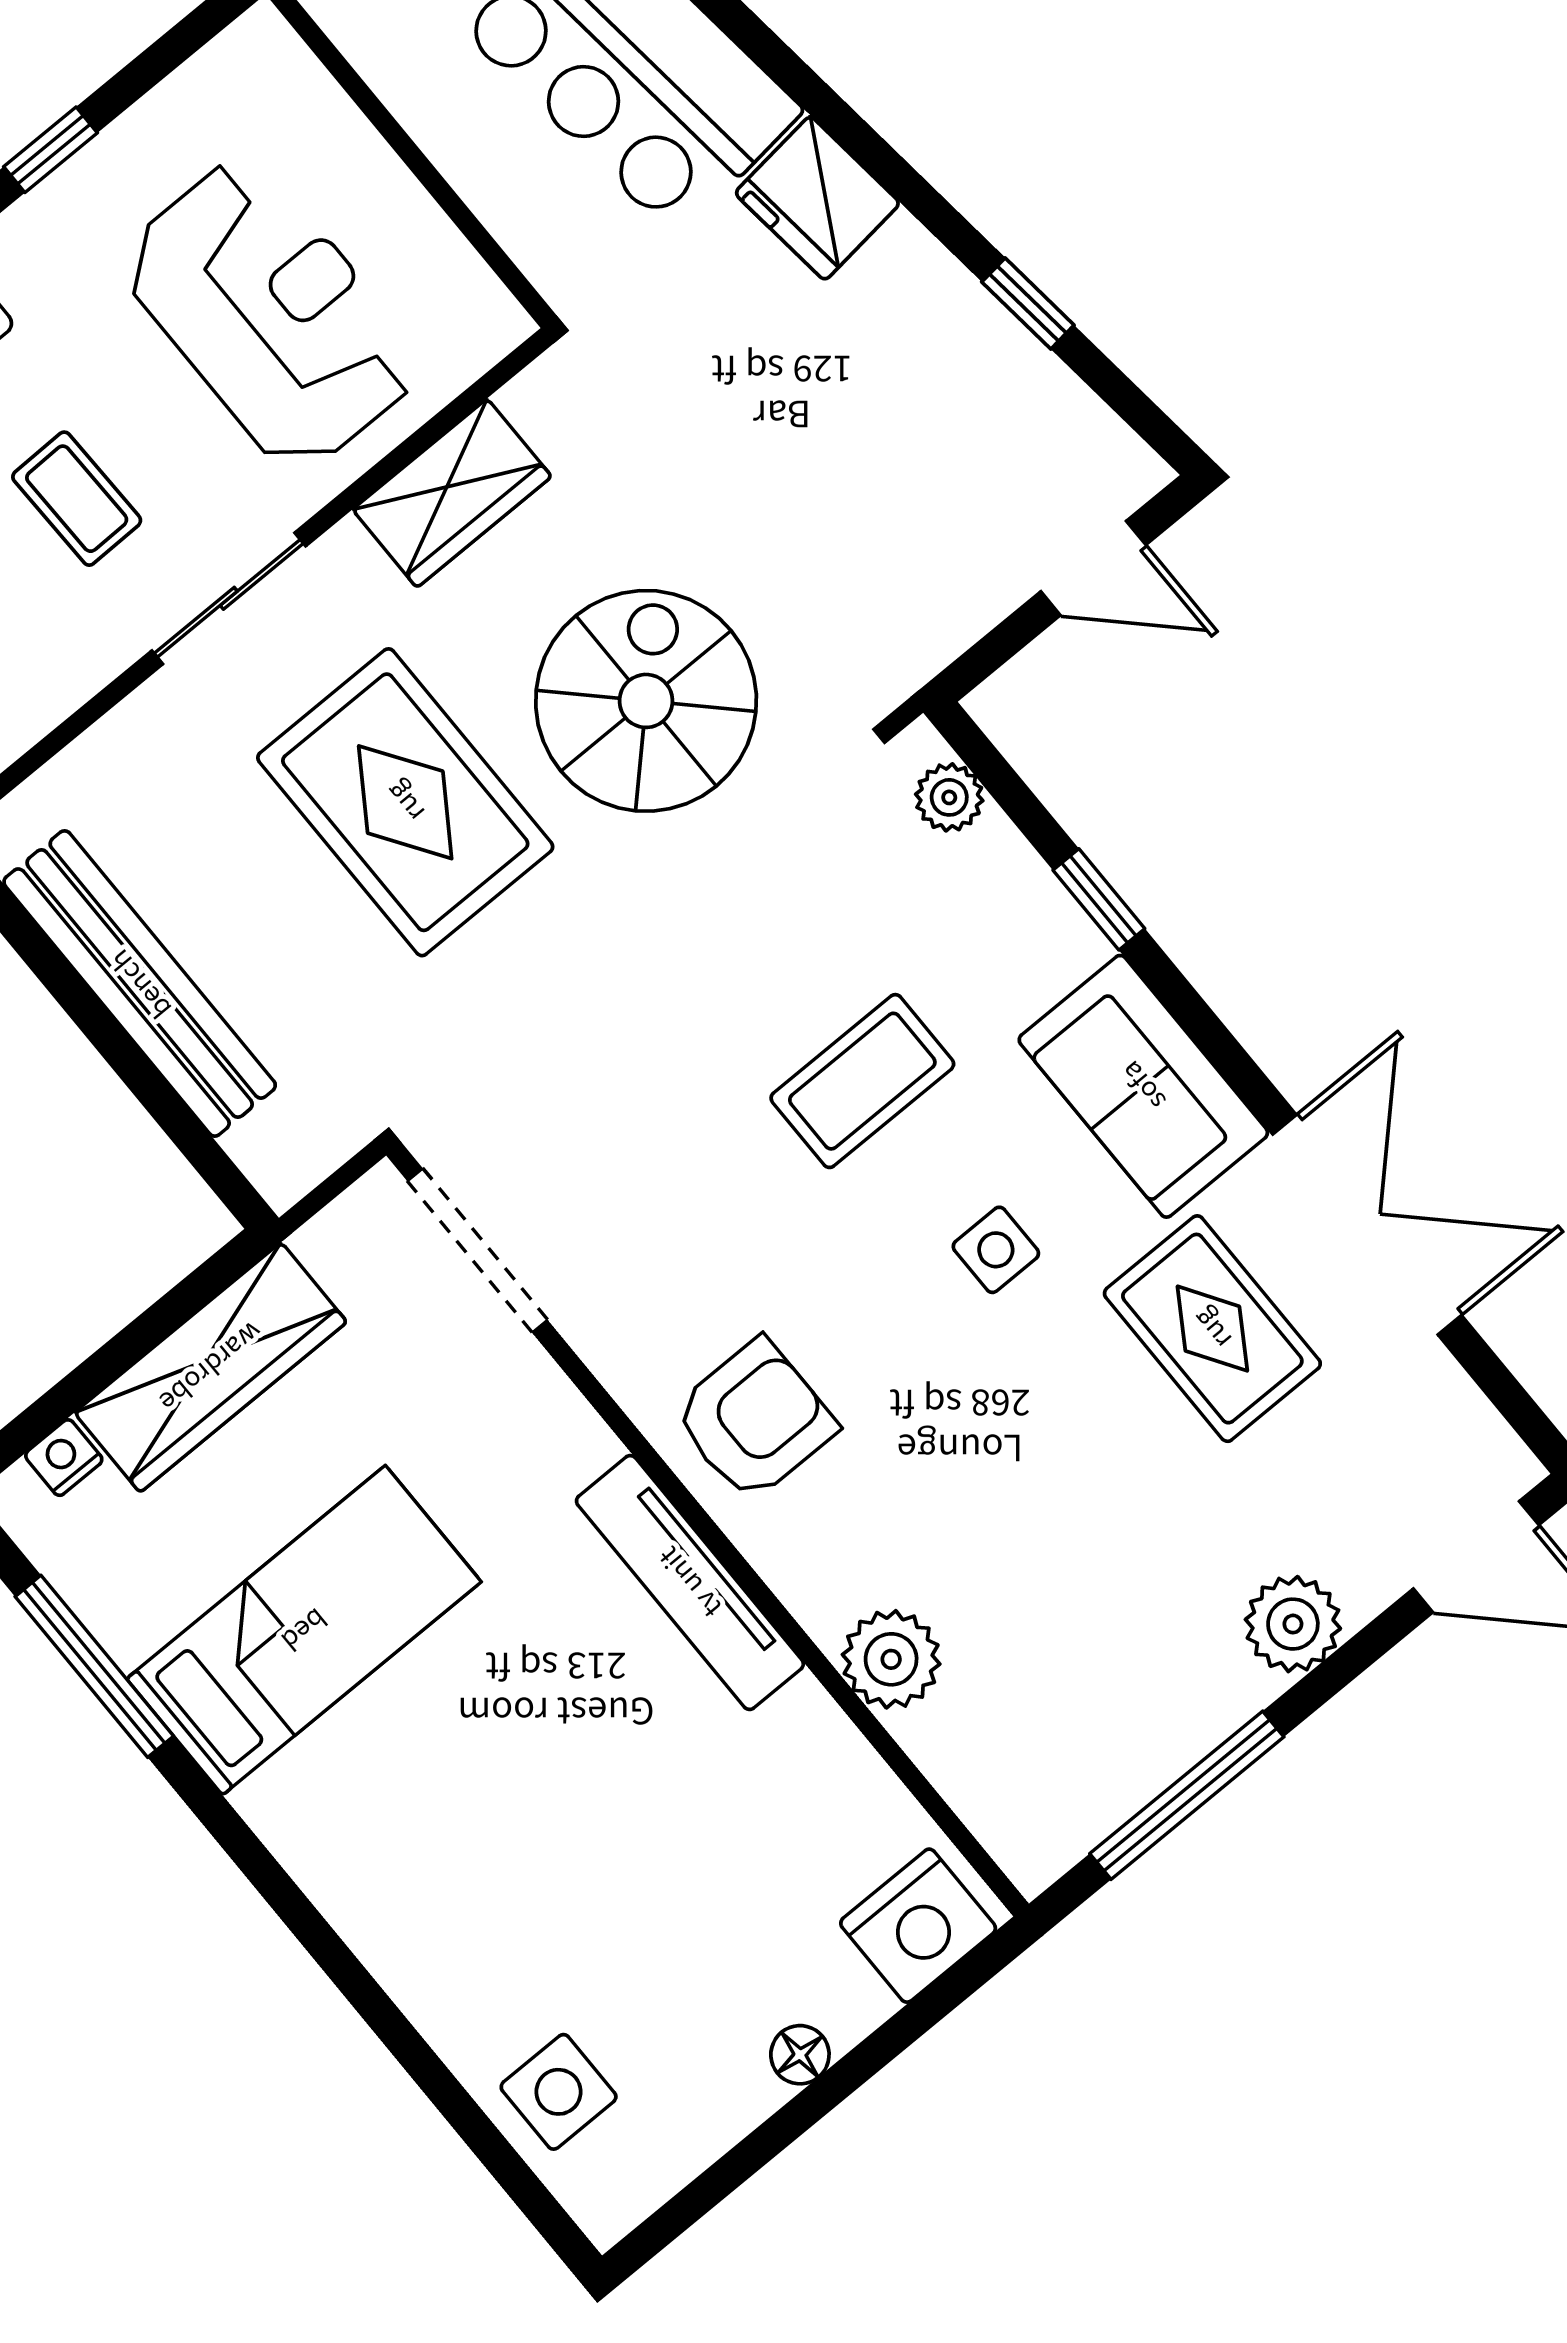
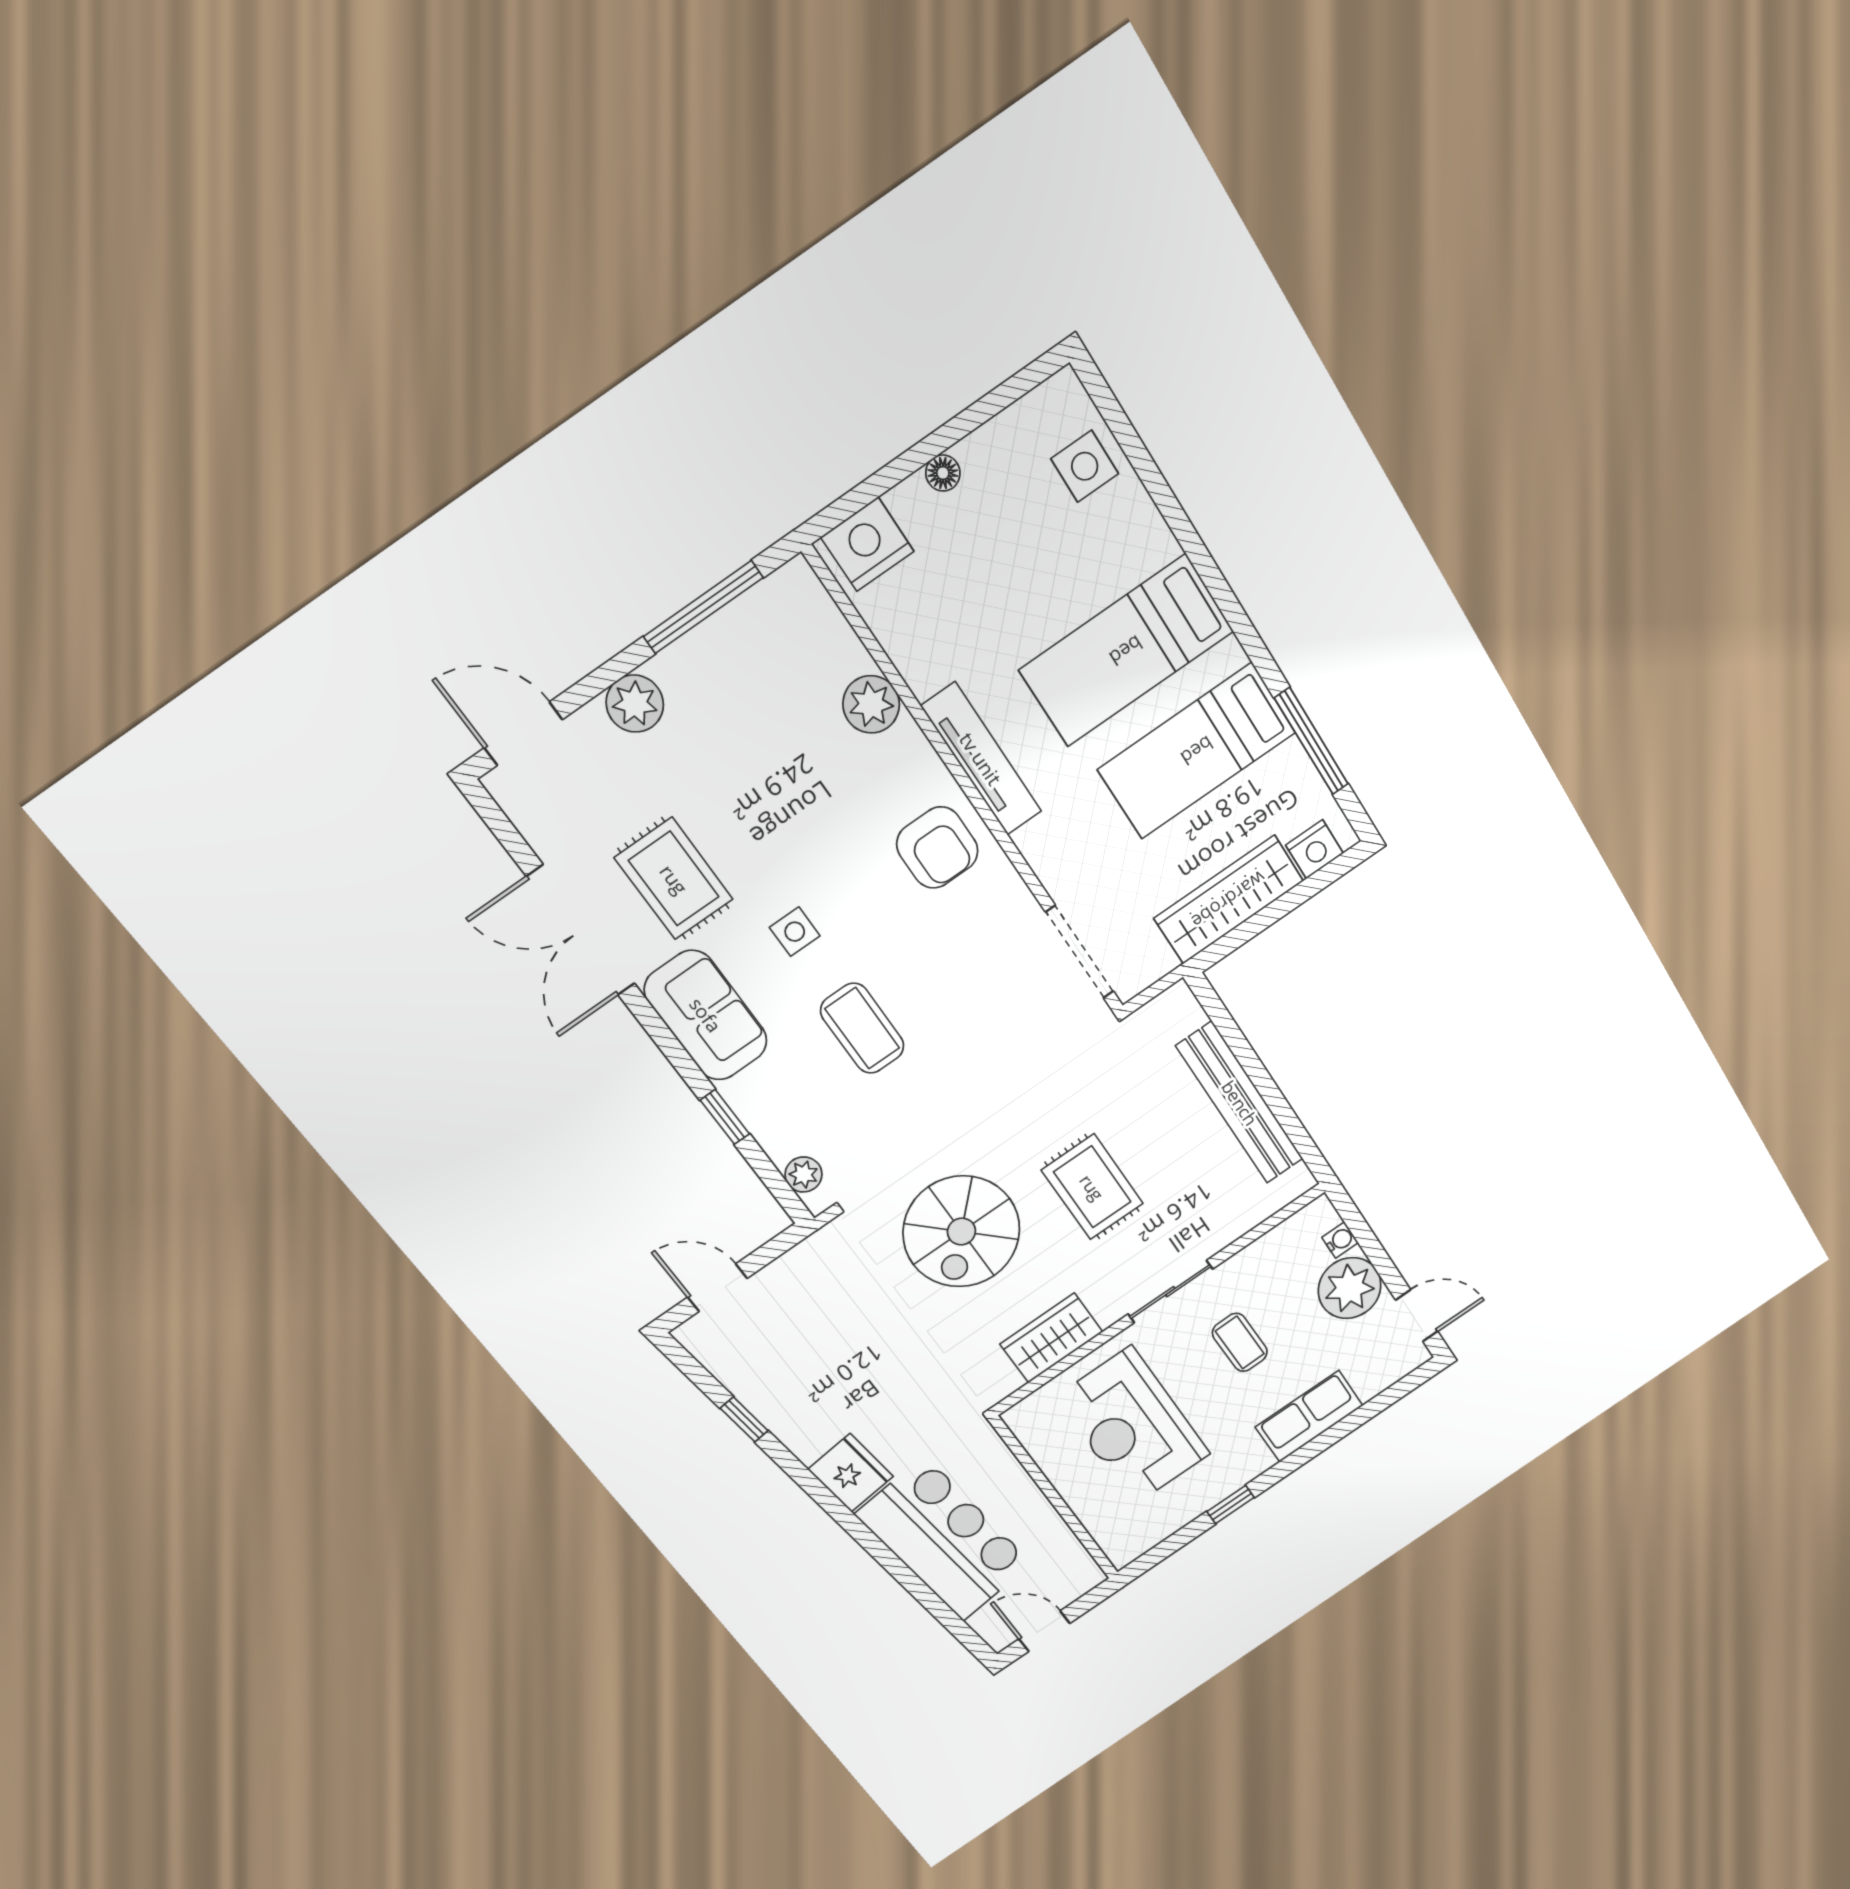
rug: (405, 802) -> (1092, 1187), width x0.73, depth x0.70
coffee table: (862, 1081) -> (862, 1028), turned 90
armchair: (754, 1420) -> (937, 848), turned -90
nightstand: (64, 1458) -> (1315, 849), width x1.39, depth x1.35
bed: (451, 1793) -> (1126, 651), added

